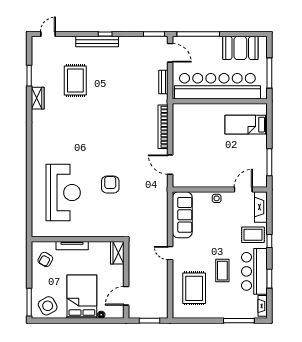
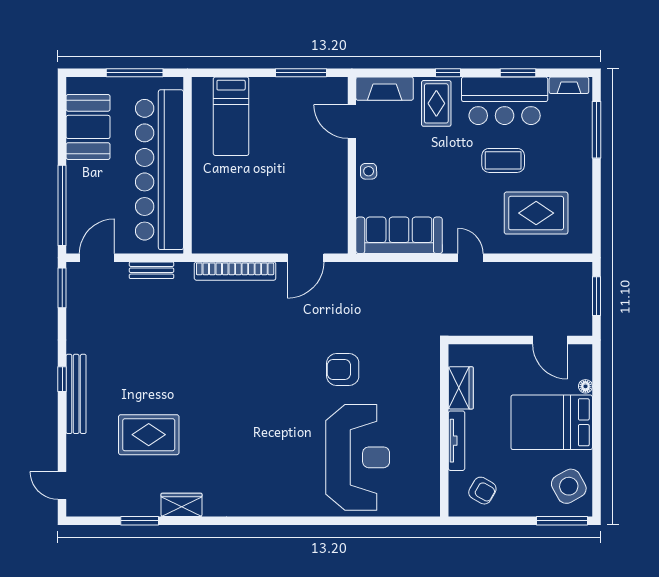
reception desk: (63, 193) -> (358, 457), turned 90
wardrobe: (117, 253) -> (461, 388), moved, turned -90
door: (170, 253) -> (471, 258), swing flipped

